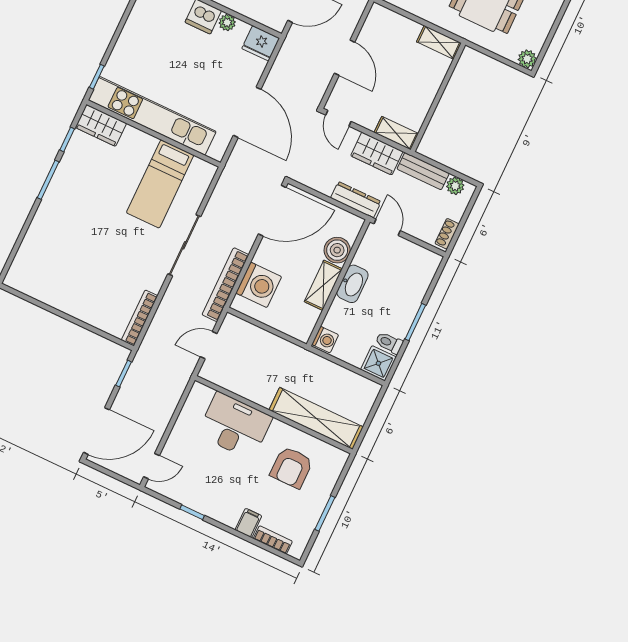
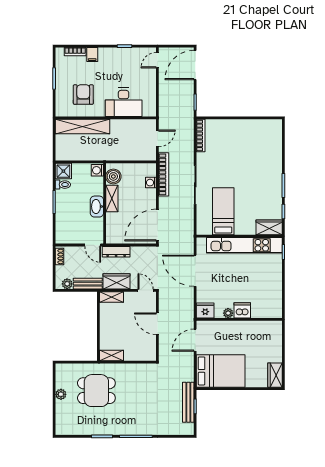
plant: (527, 59) -> (61, 394), moved
boiler: (337, 250) -> (113, 176), moved
washing machine: (259, 285) -> (151, 183), width x0.53, depth x0.53

